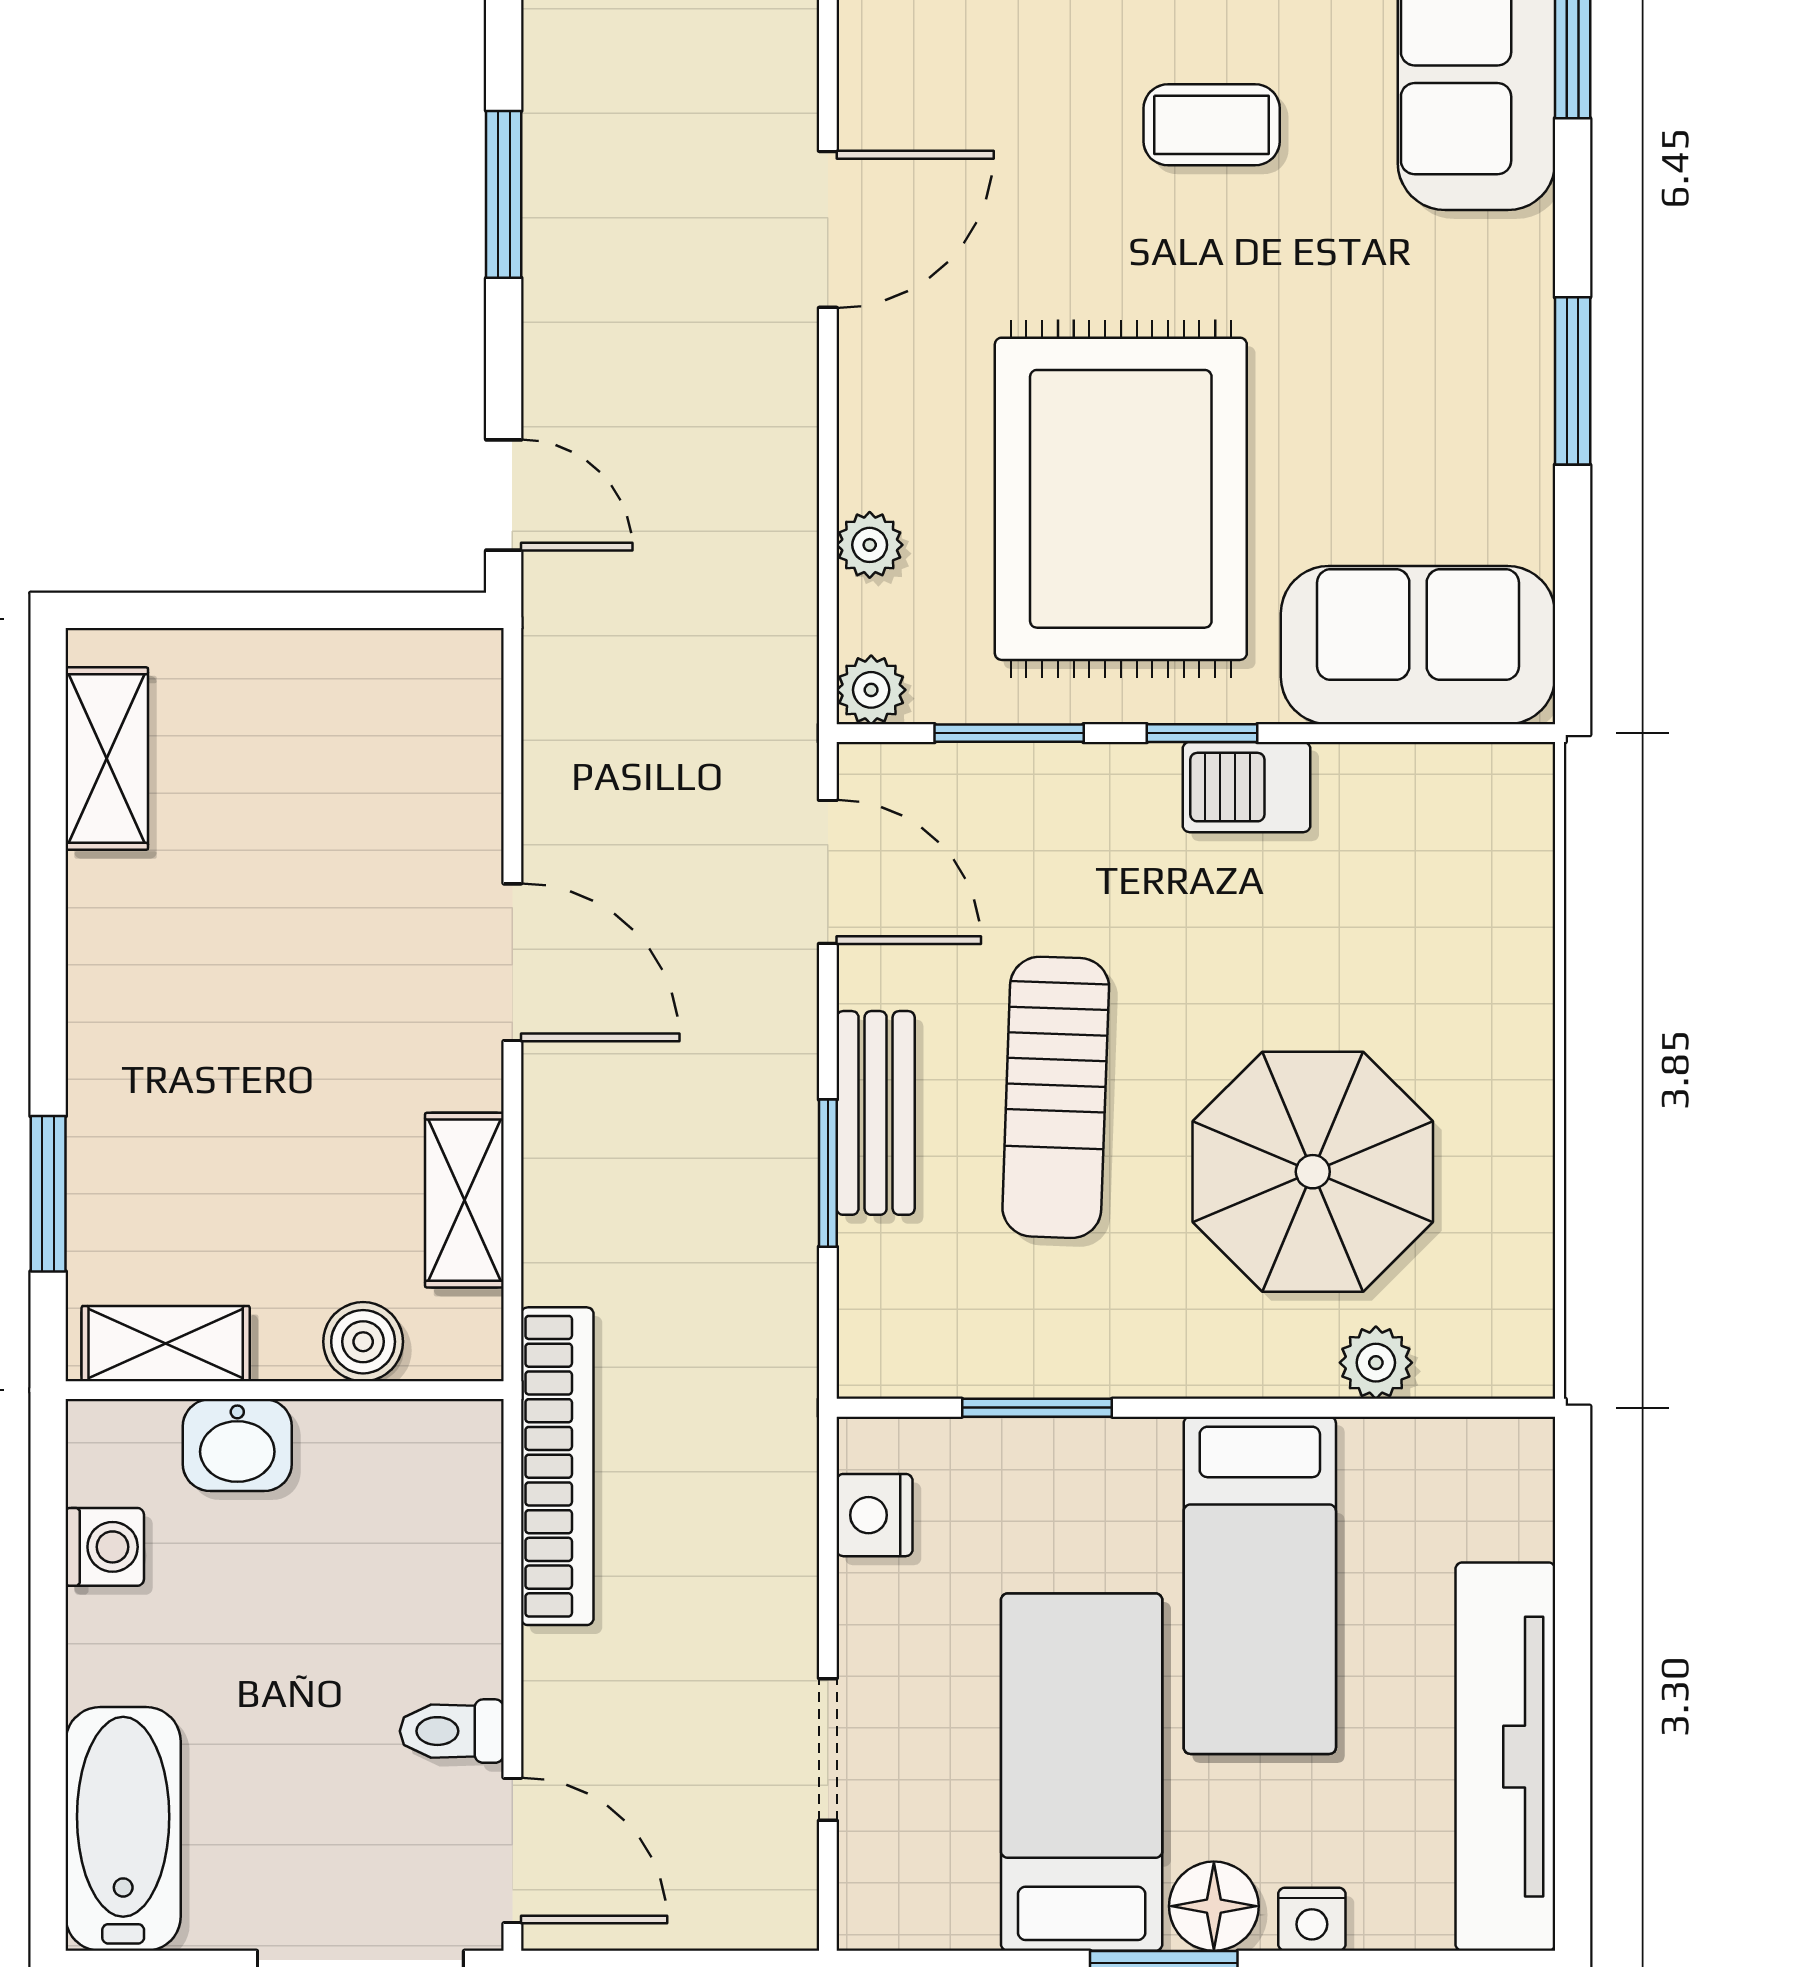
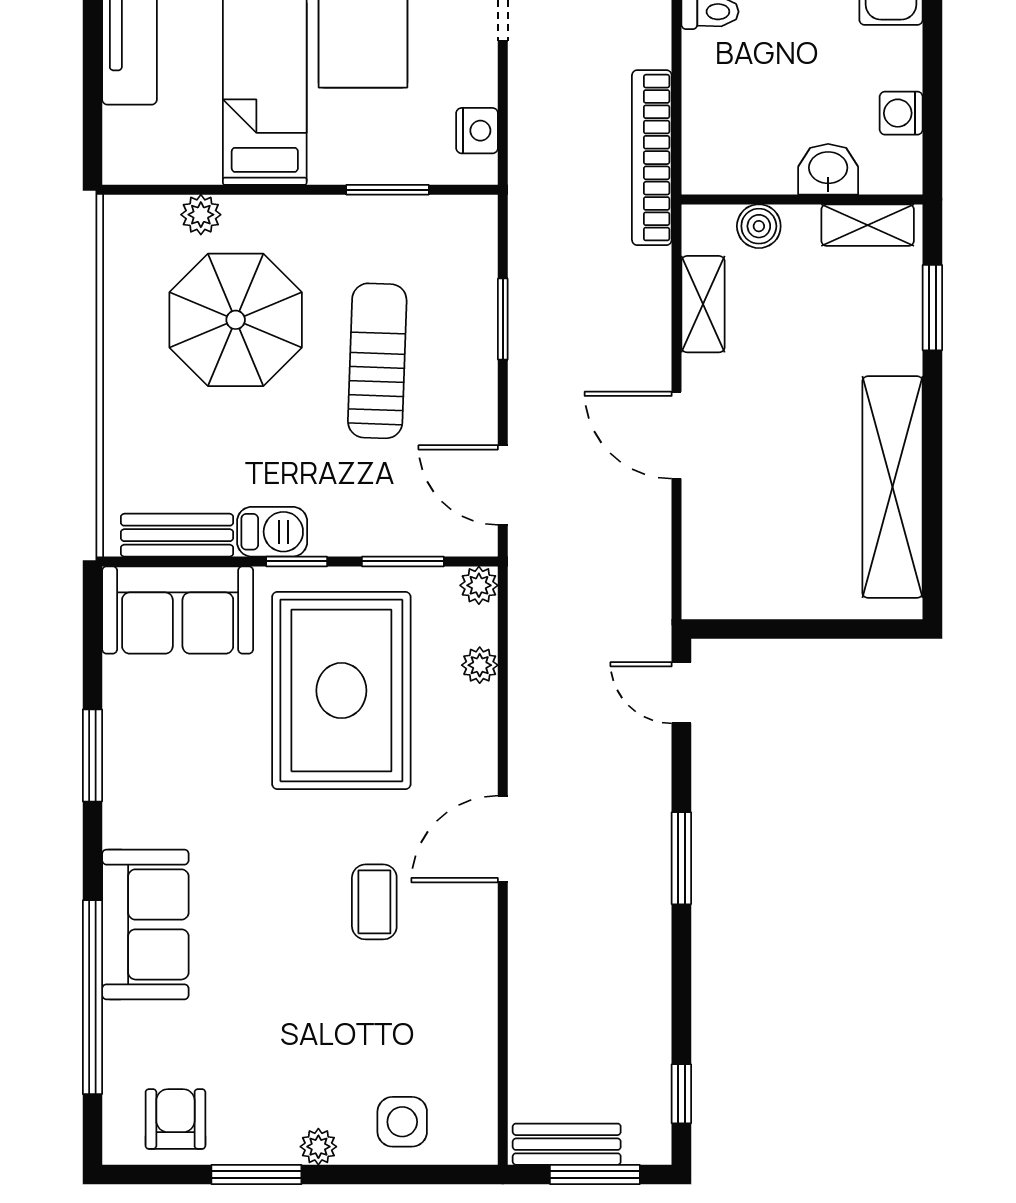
coffee table: (1212, 125) -> (374, 902), moved, turned 90
shelving: (107, 759) -> (892, 487), width x2.20, depth x1.33
bench: (876, 1113) -> (177, 535), moved, turned 90

